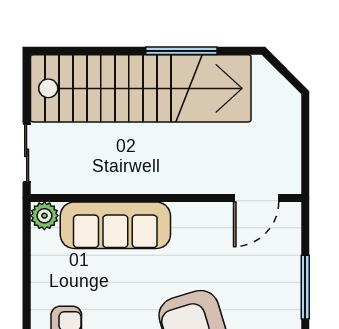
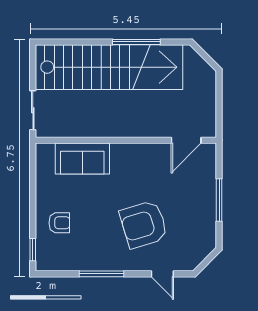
plant: (44, 216) -> (45, 152), removed
sofa: (115, 225) -> (82, 159), width x0.73

